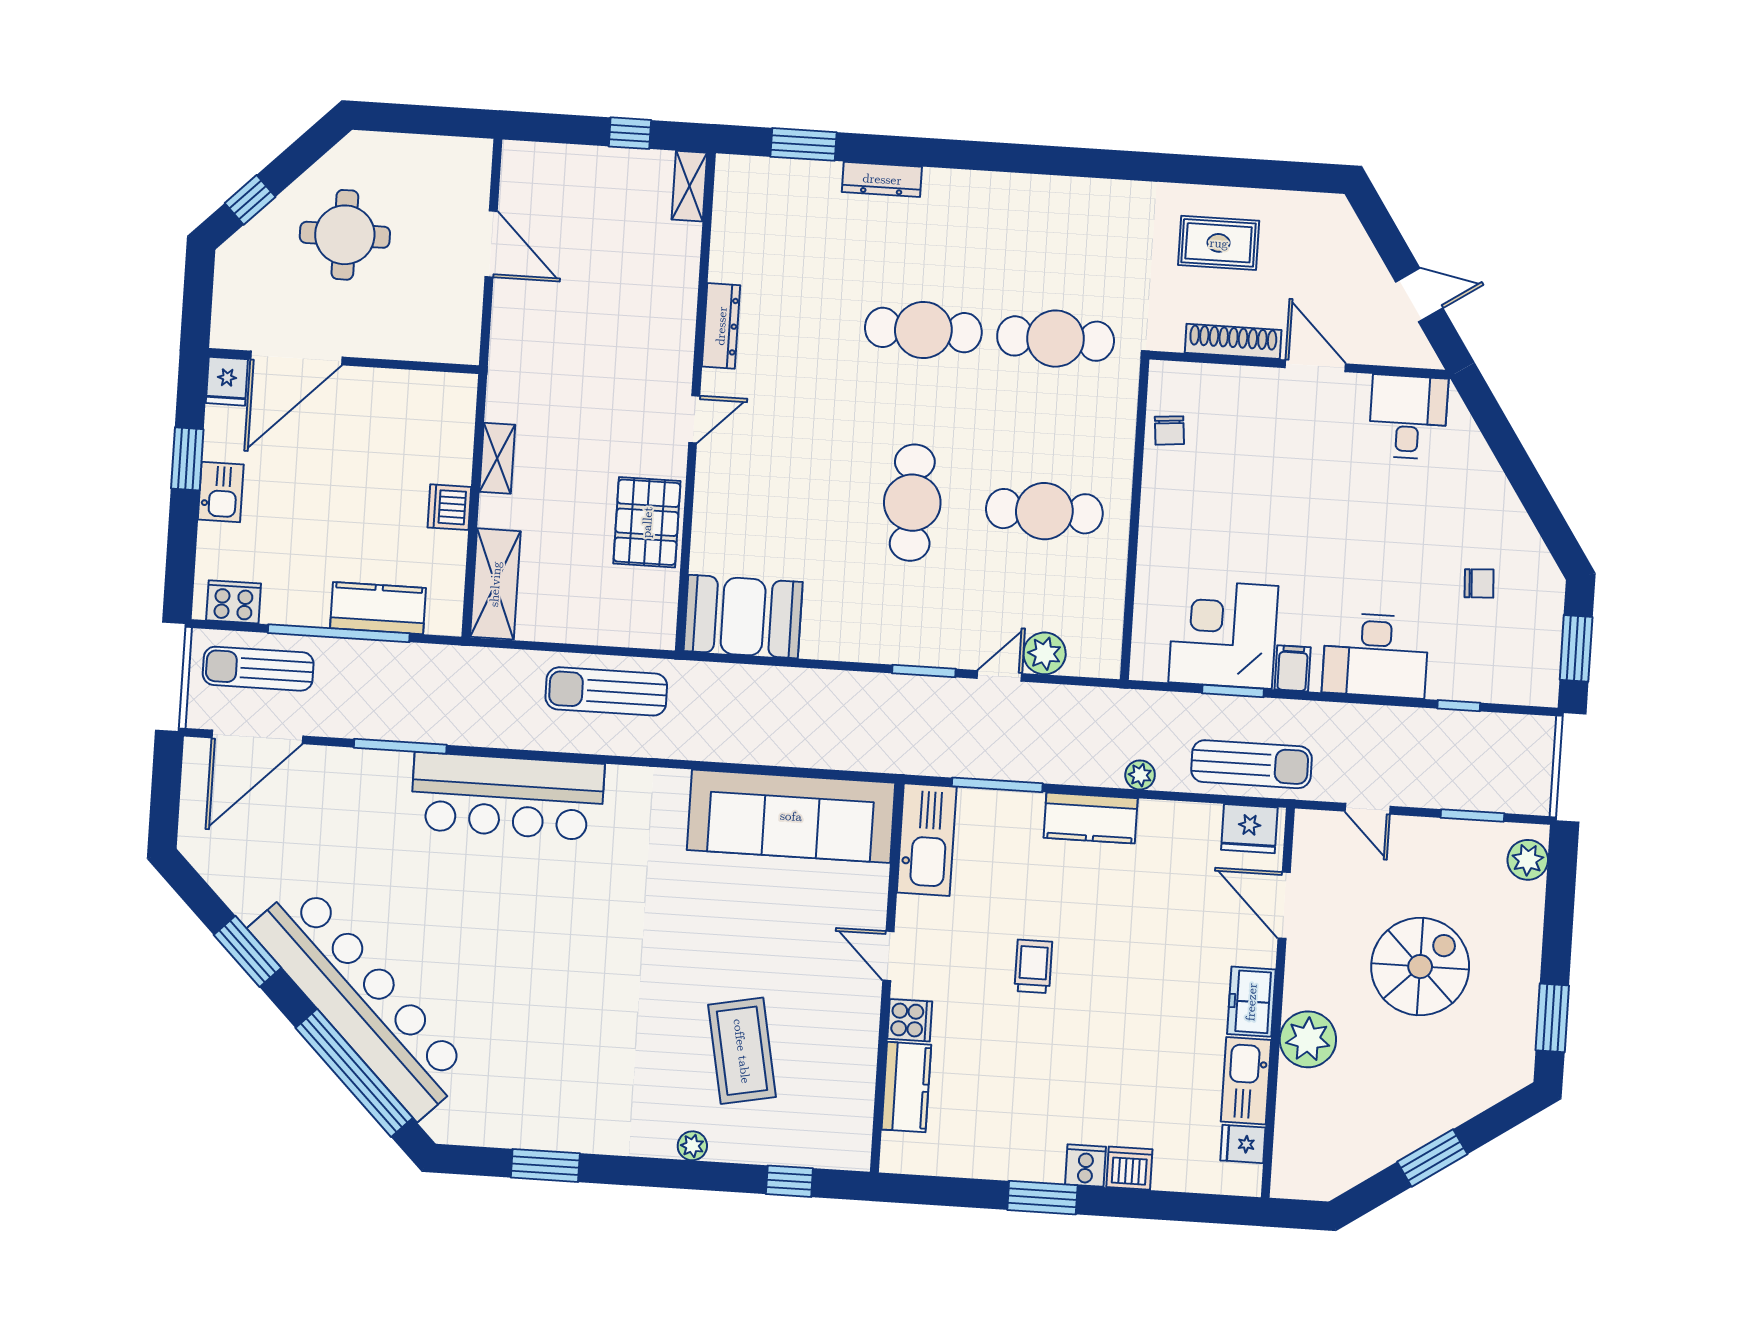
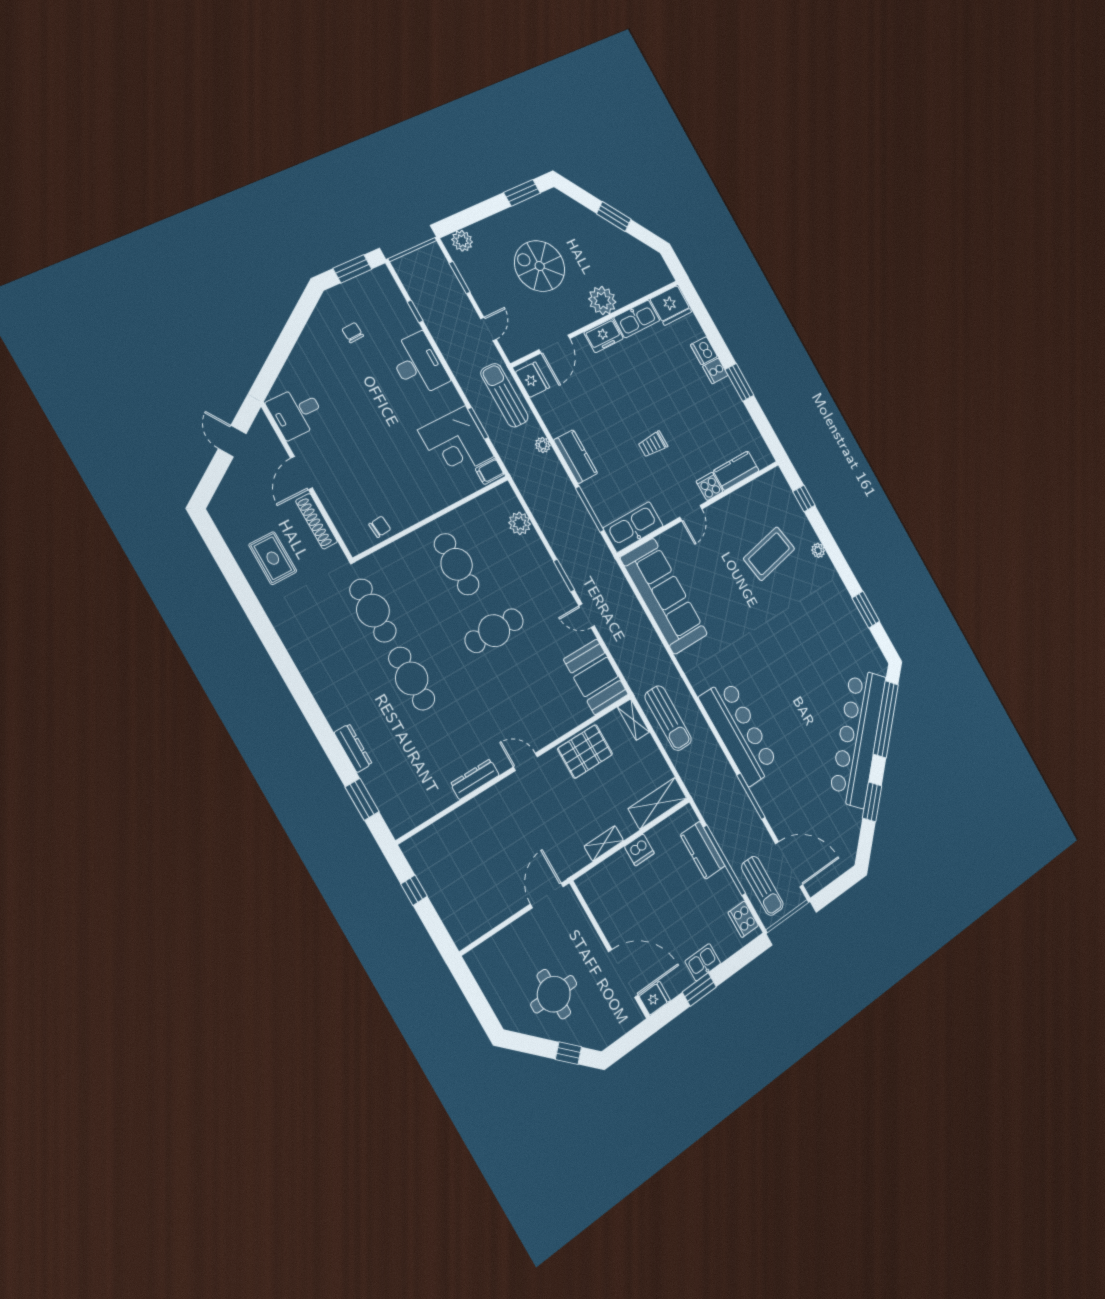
shelving: (689, 186) -> (633, 720), moved, turned 90
door: (491, 244) -> (547, 895), moved
filing cabinet: (1293, 668) -> (490, 471), moved
door: (999, 676) -> (587, 616), moved
fridge: (1243, 1144) -> (671, 306), width x1.88, depth x1.34

